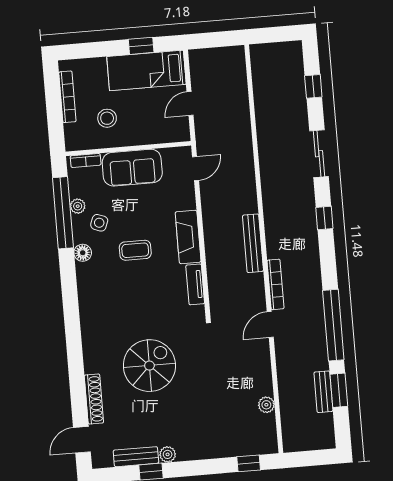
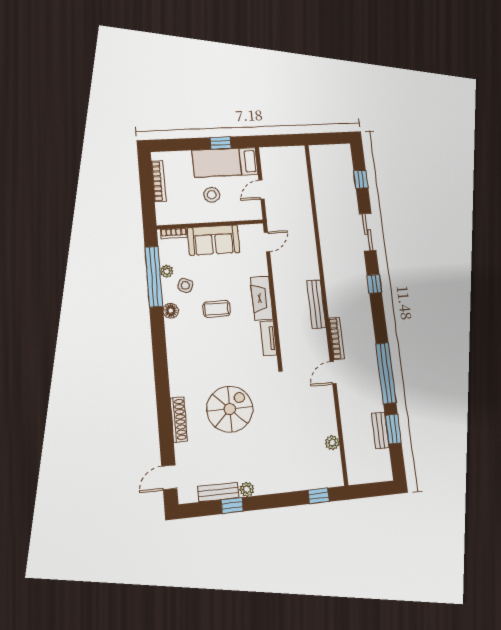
stool: (107, 118) -> (212, 195), moved
shoe rack: (94, 399) -> (179, 419), moved

